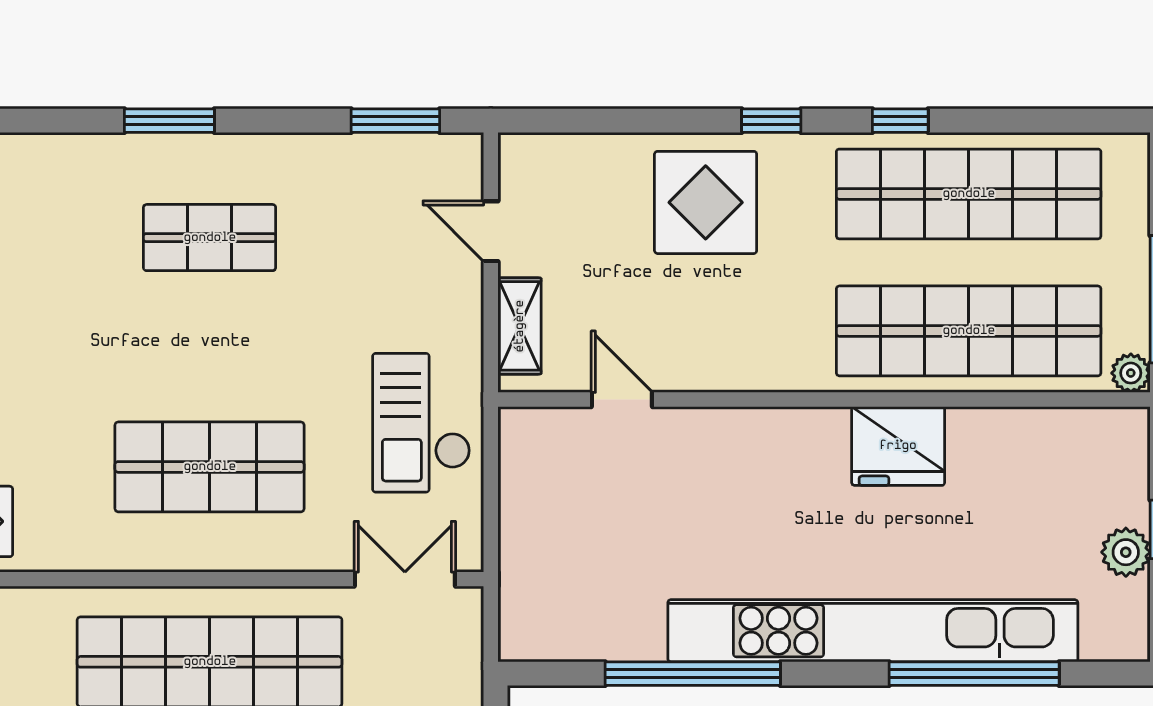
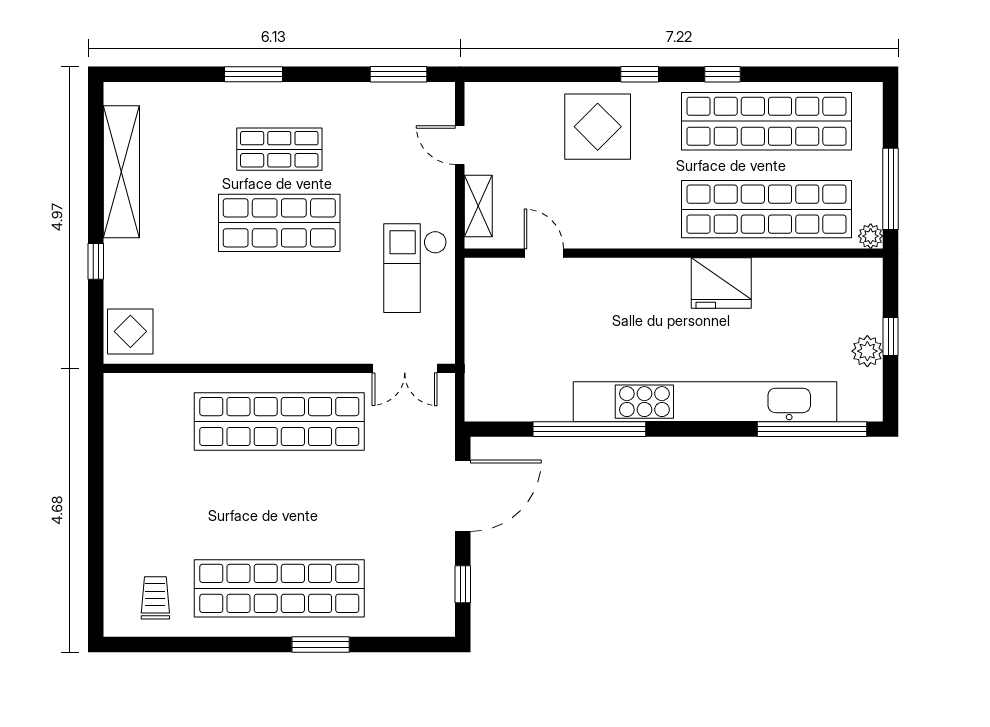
shop shelf: (210, 467) -> (279, 223), moved
double door: (405, 579) -> (405, 368), swing flipped
window: (974, 674) -> (812, 429), moved

